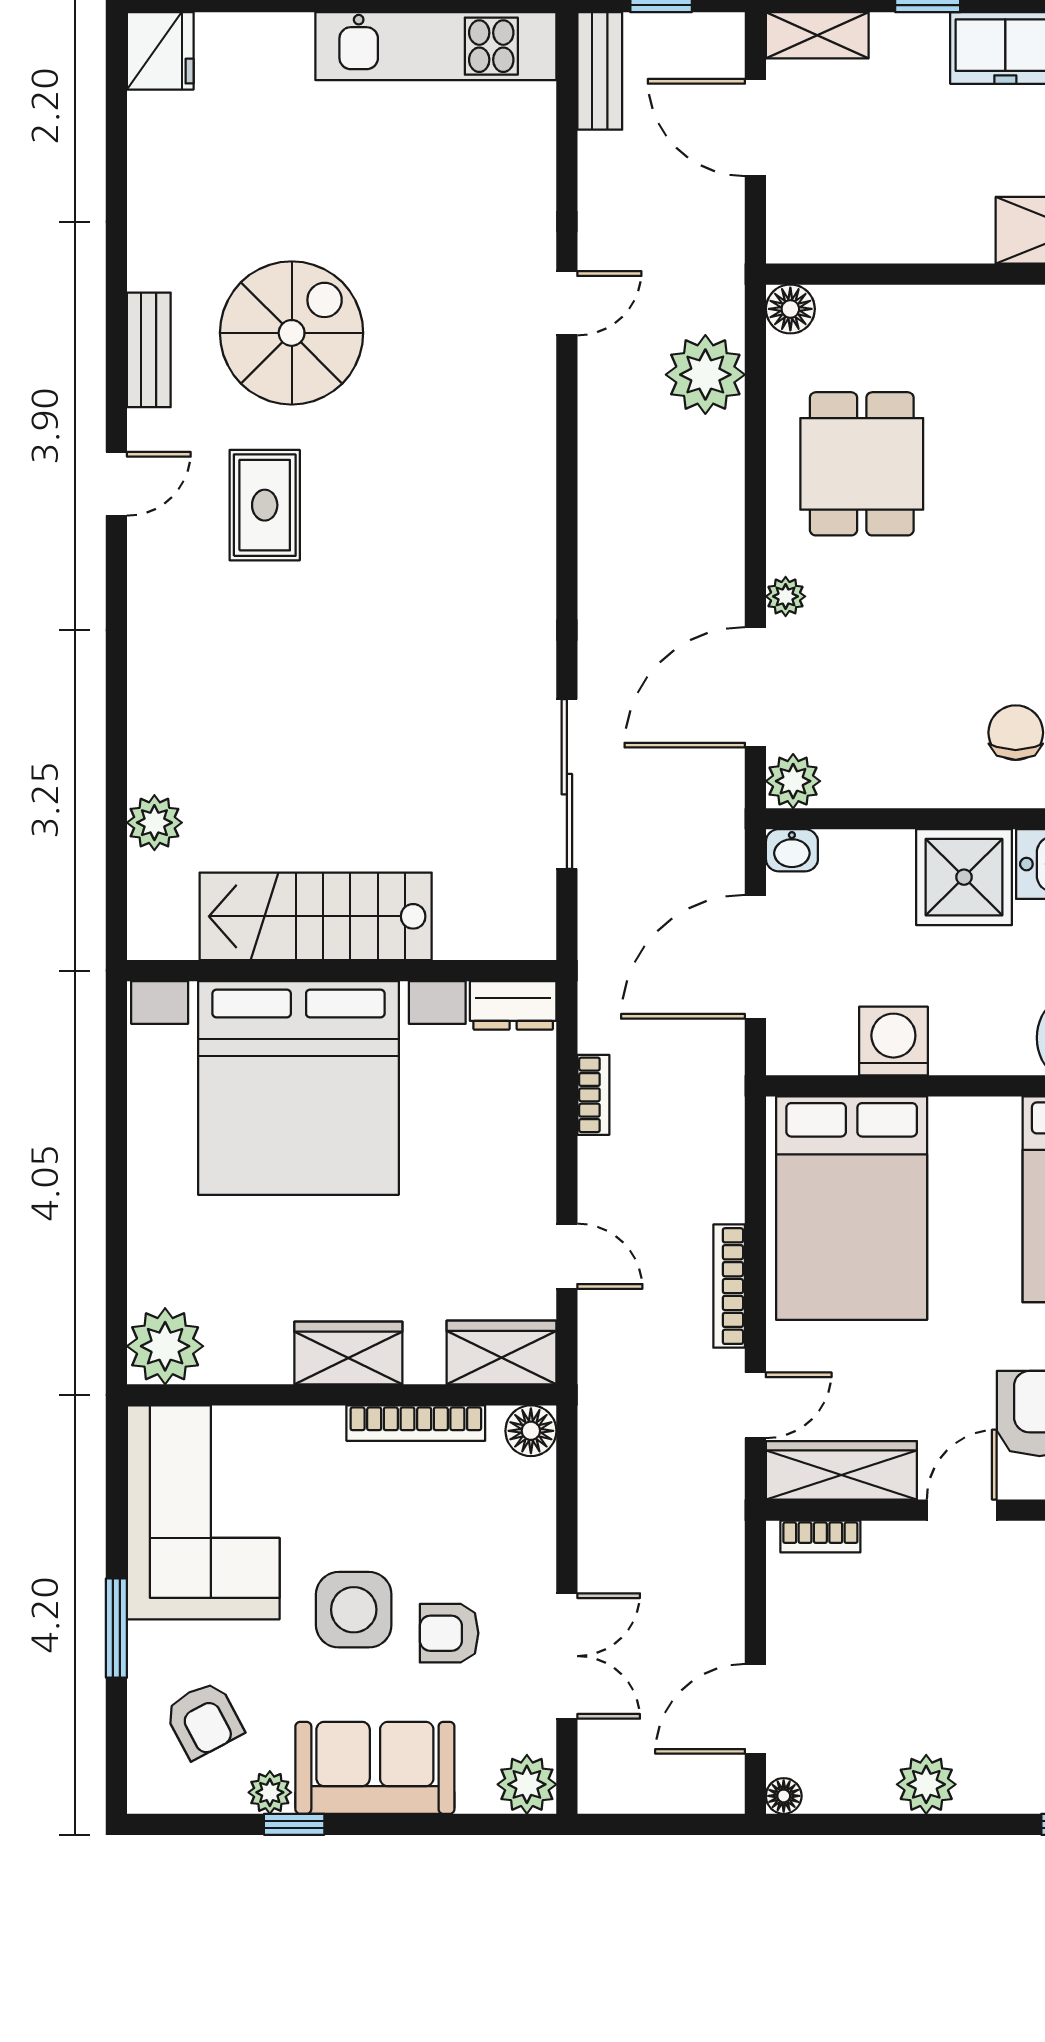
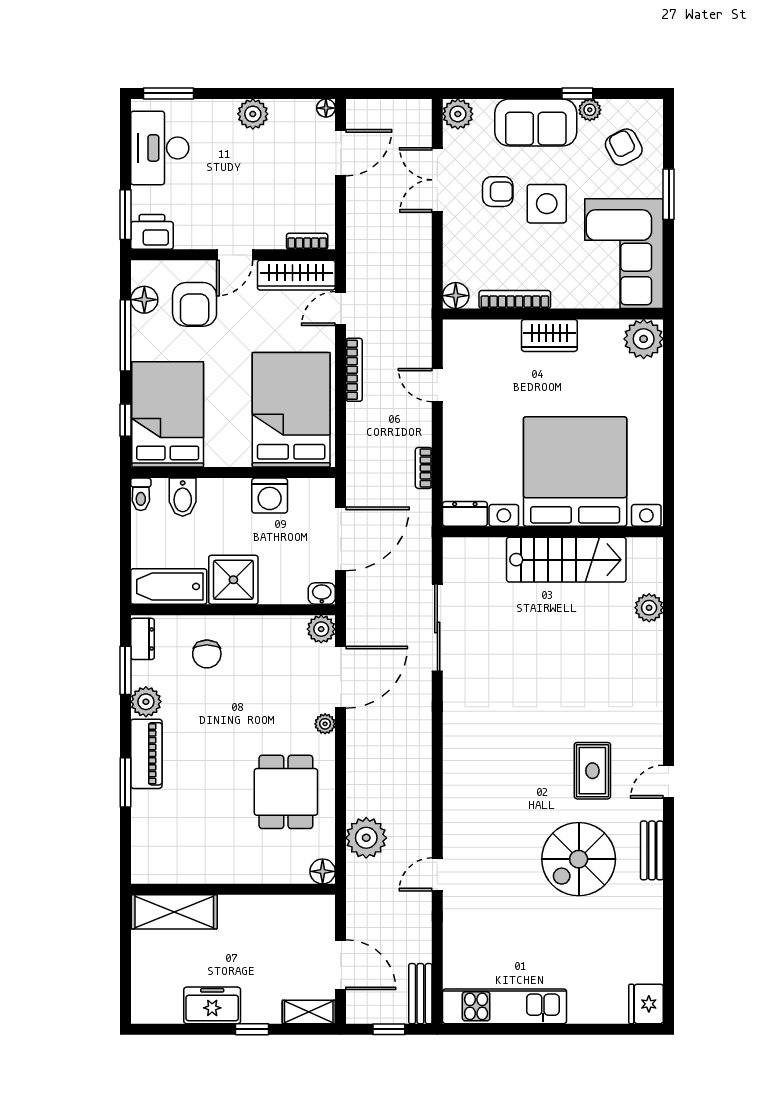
wardrobe: (501, 1353) -> (471, 336), removed

